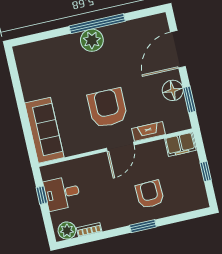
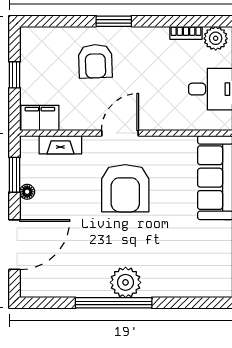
floor lamp: (173, 90) -> (27, 192), width x0.53, depth x0.53
fireplace: (148, 131) -> (60, 145), moved

